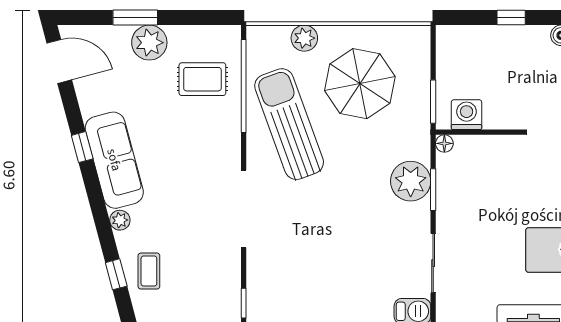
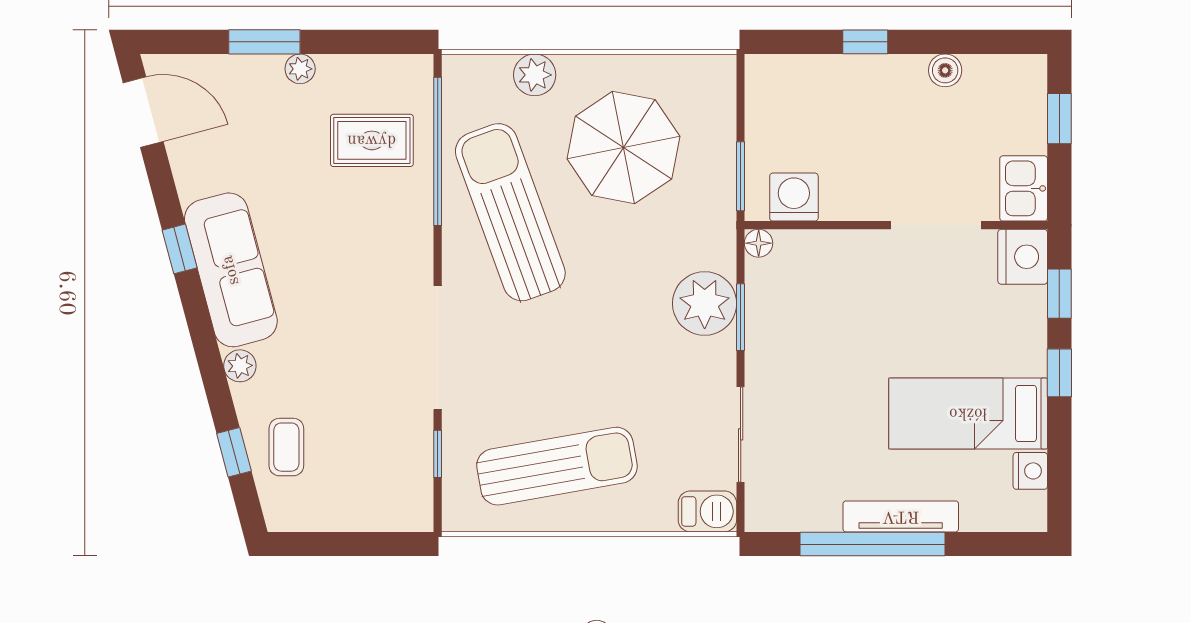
plant: (149, 43) -> (300, 69), width x0.53, depth x0.53
sun lounger: (318, 283) -> (557, 466), added
window: (244, 303) -> (438, 454), moved

